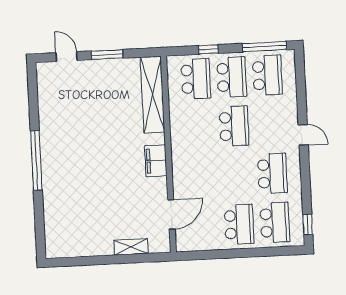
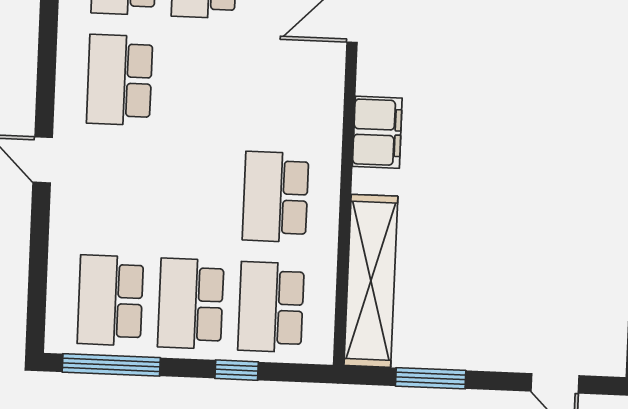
window: (107, 55) -> (431, 378), moved
school desk: (234, 126) -> (276, 197), moved

